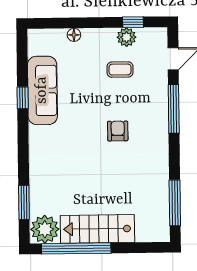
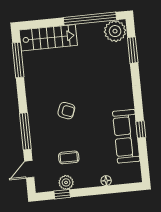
armchair: (118, 131) -> (66, 111), turned -69
stairs: (97, 229) -> (48, 38), moved

